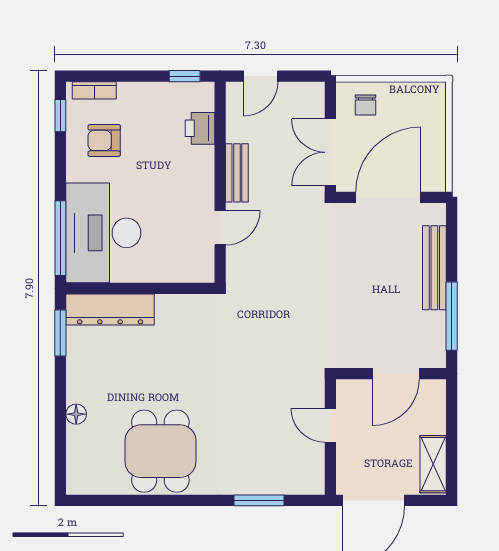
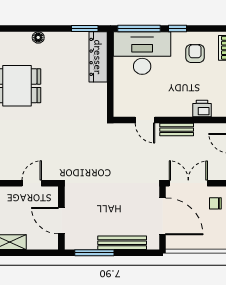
window: (60, 116) -> (177, 28), moved

